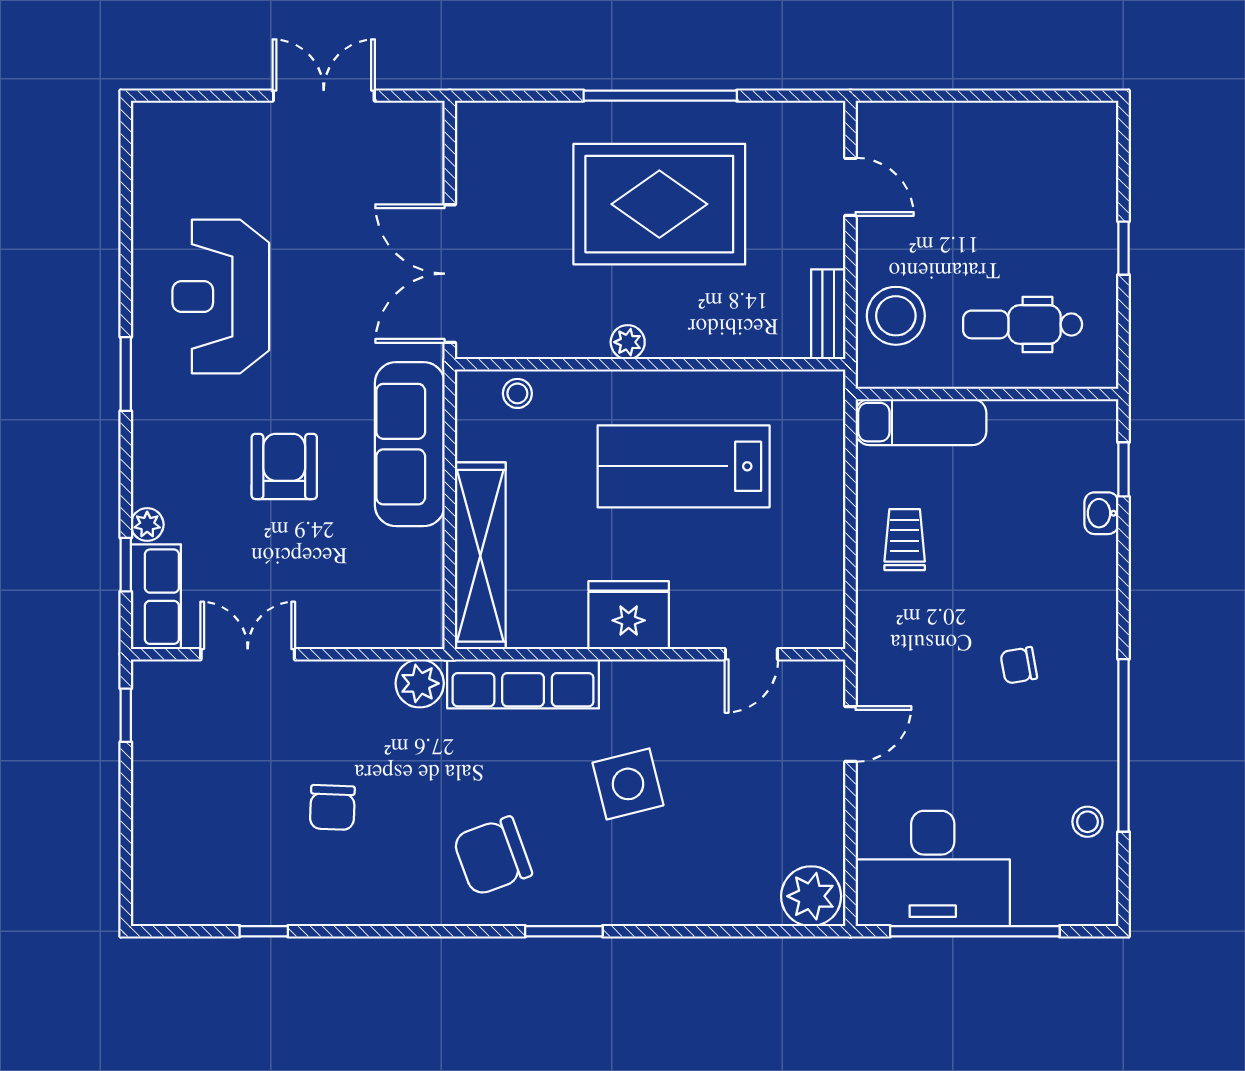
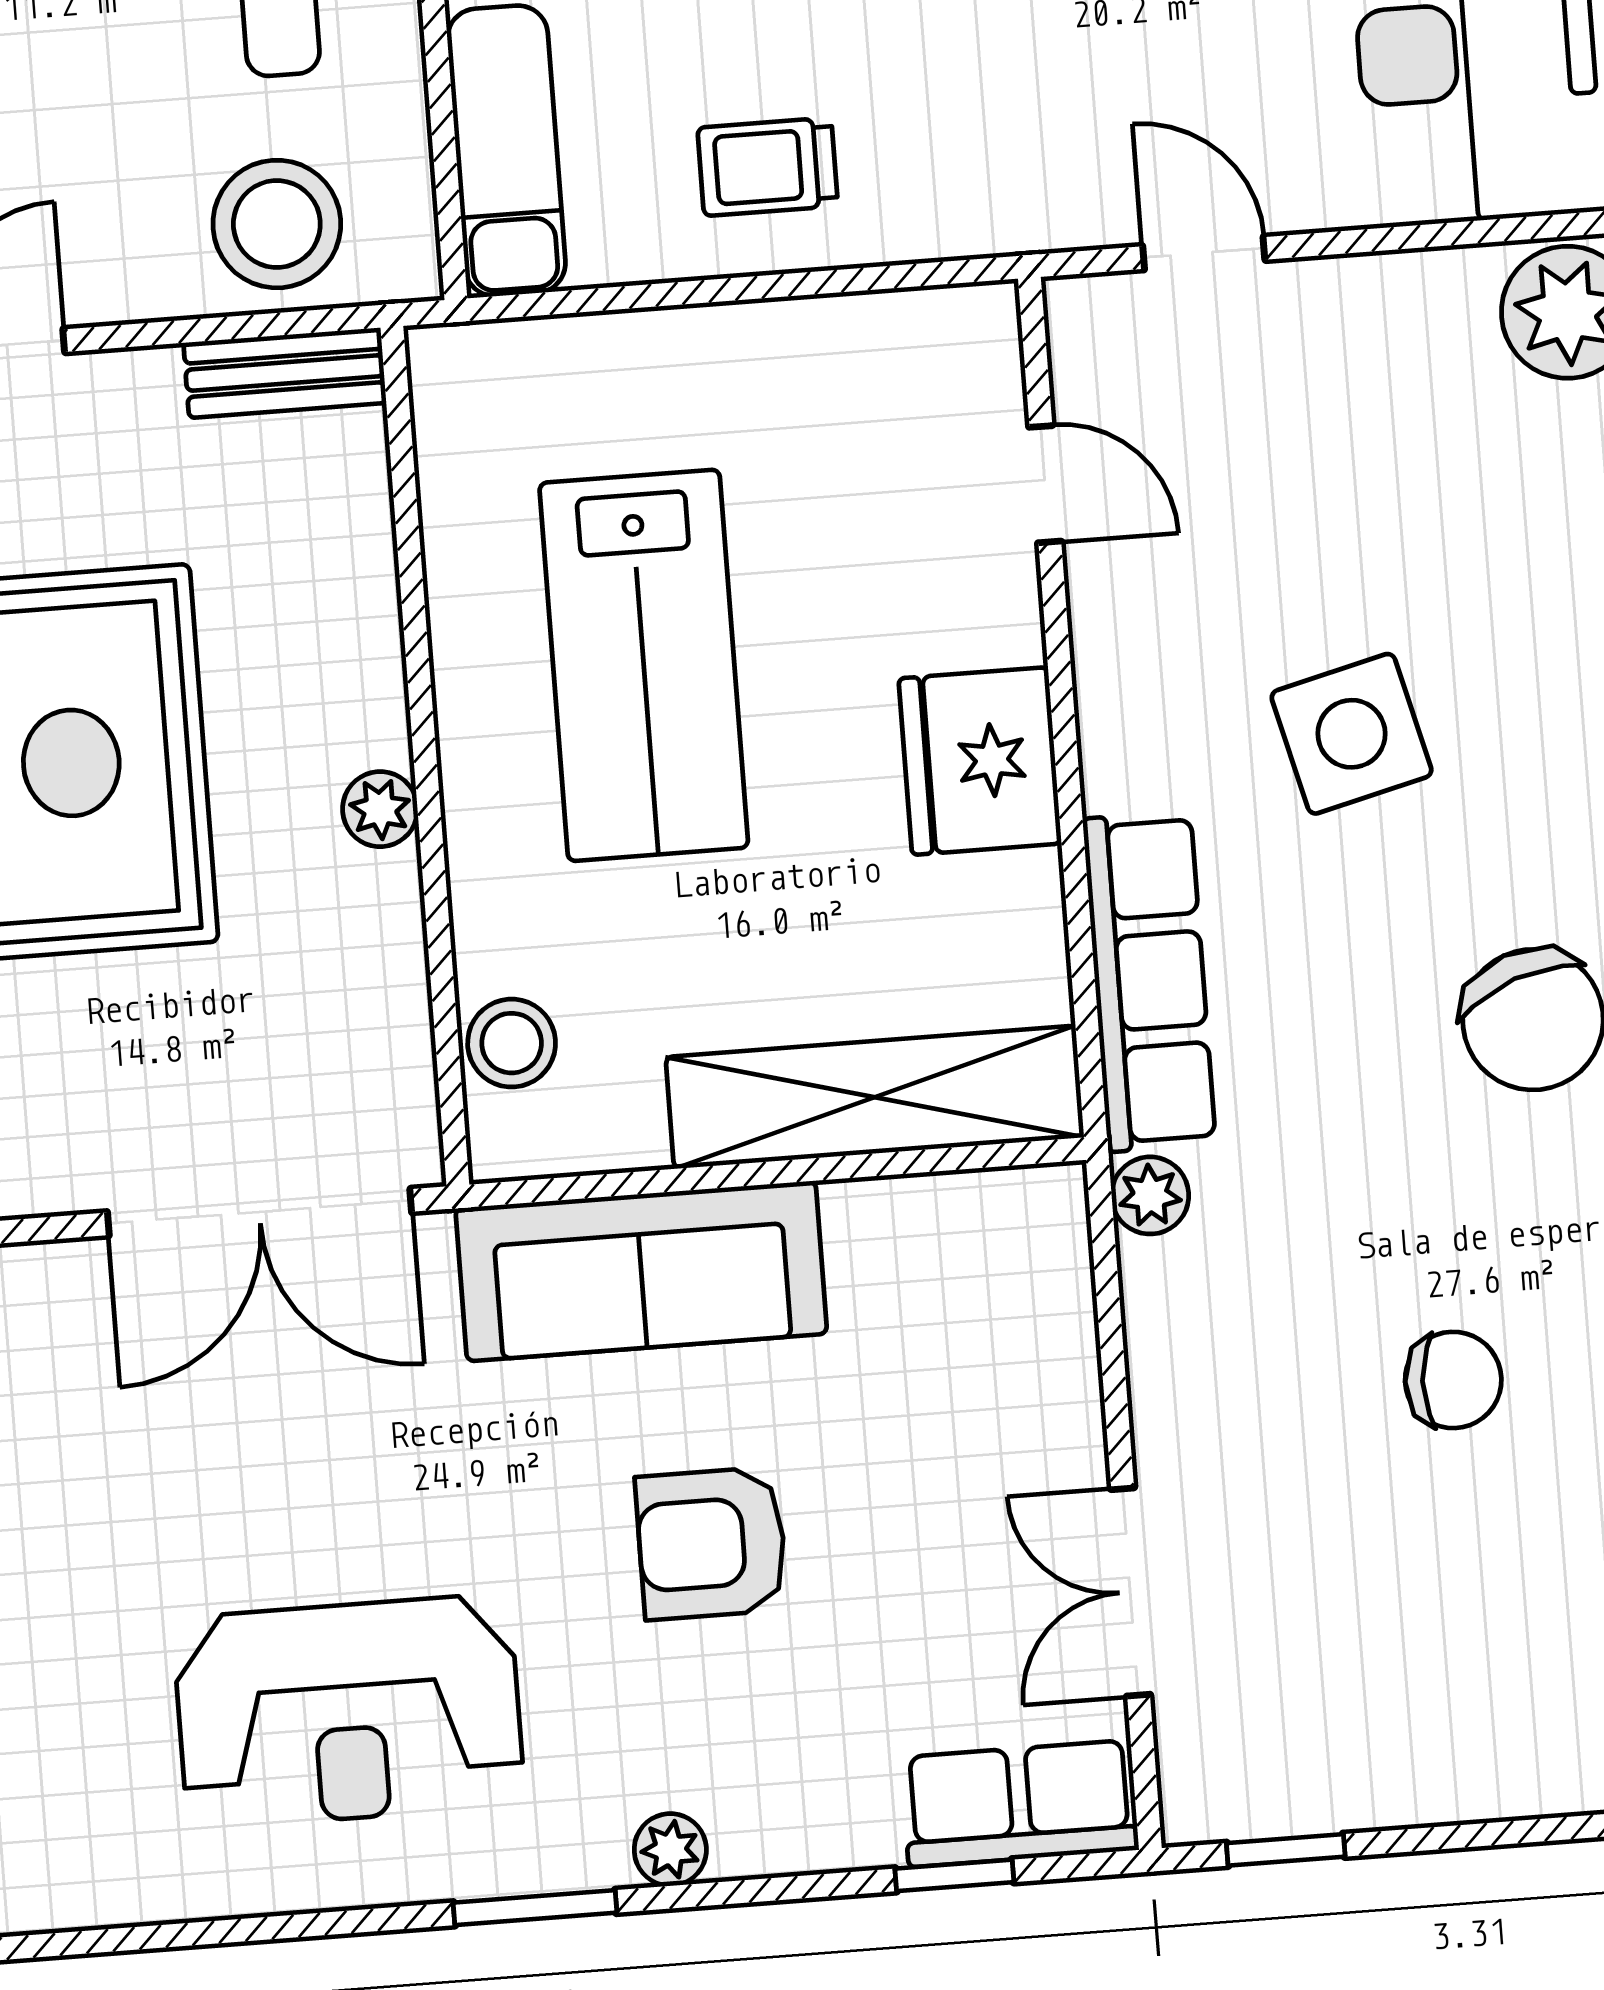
stool: (517, 393) -> (512, 1043), width x1.37, depth x1.37
plant: (147, 525) -> (670, 1850), moved
plant: (420, 683) -> (1150, 1195), width x0.73, depth x0.73

